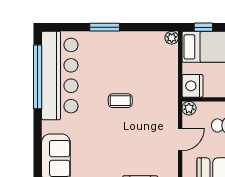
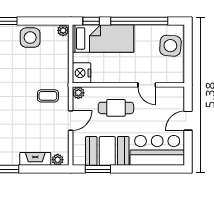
side table: (134, 46) -> (30, 38), added
coffee table: (120, 101) -> (48, 96), moved

